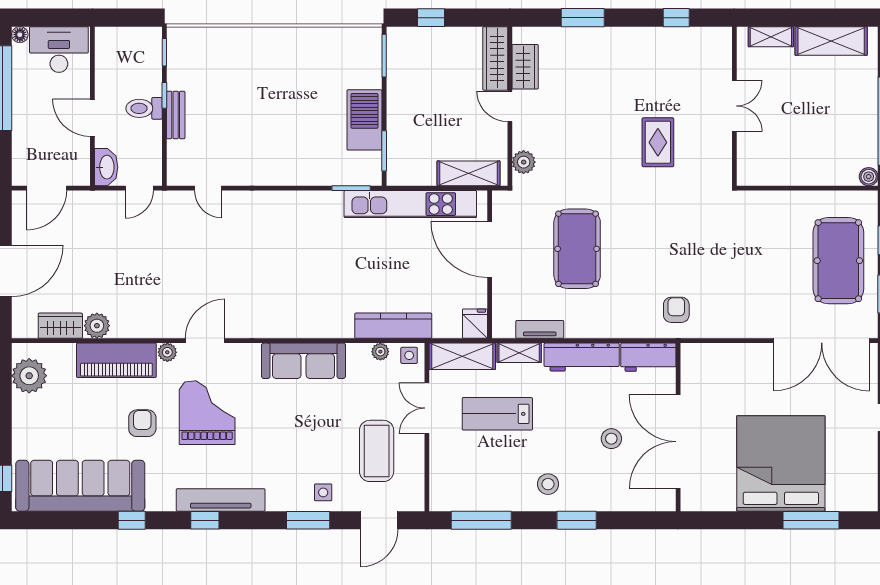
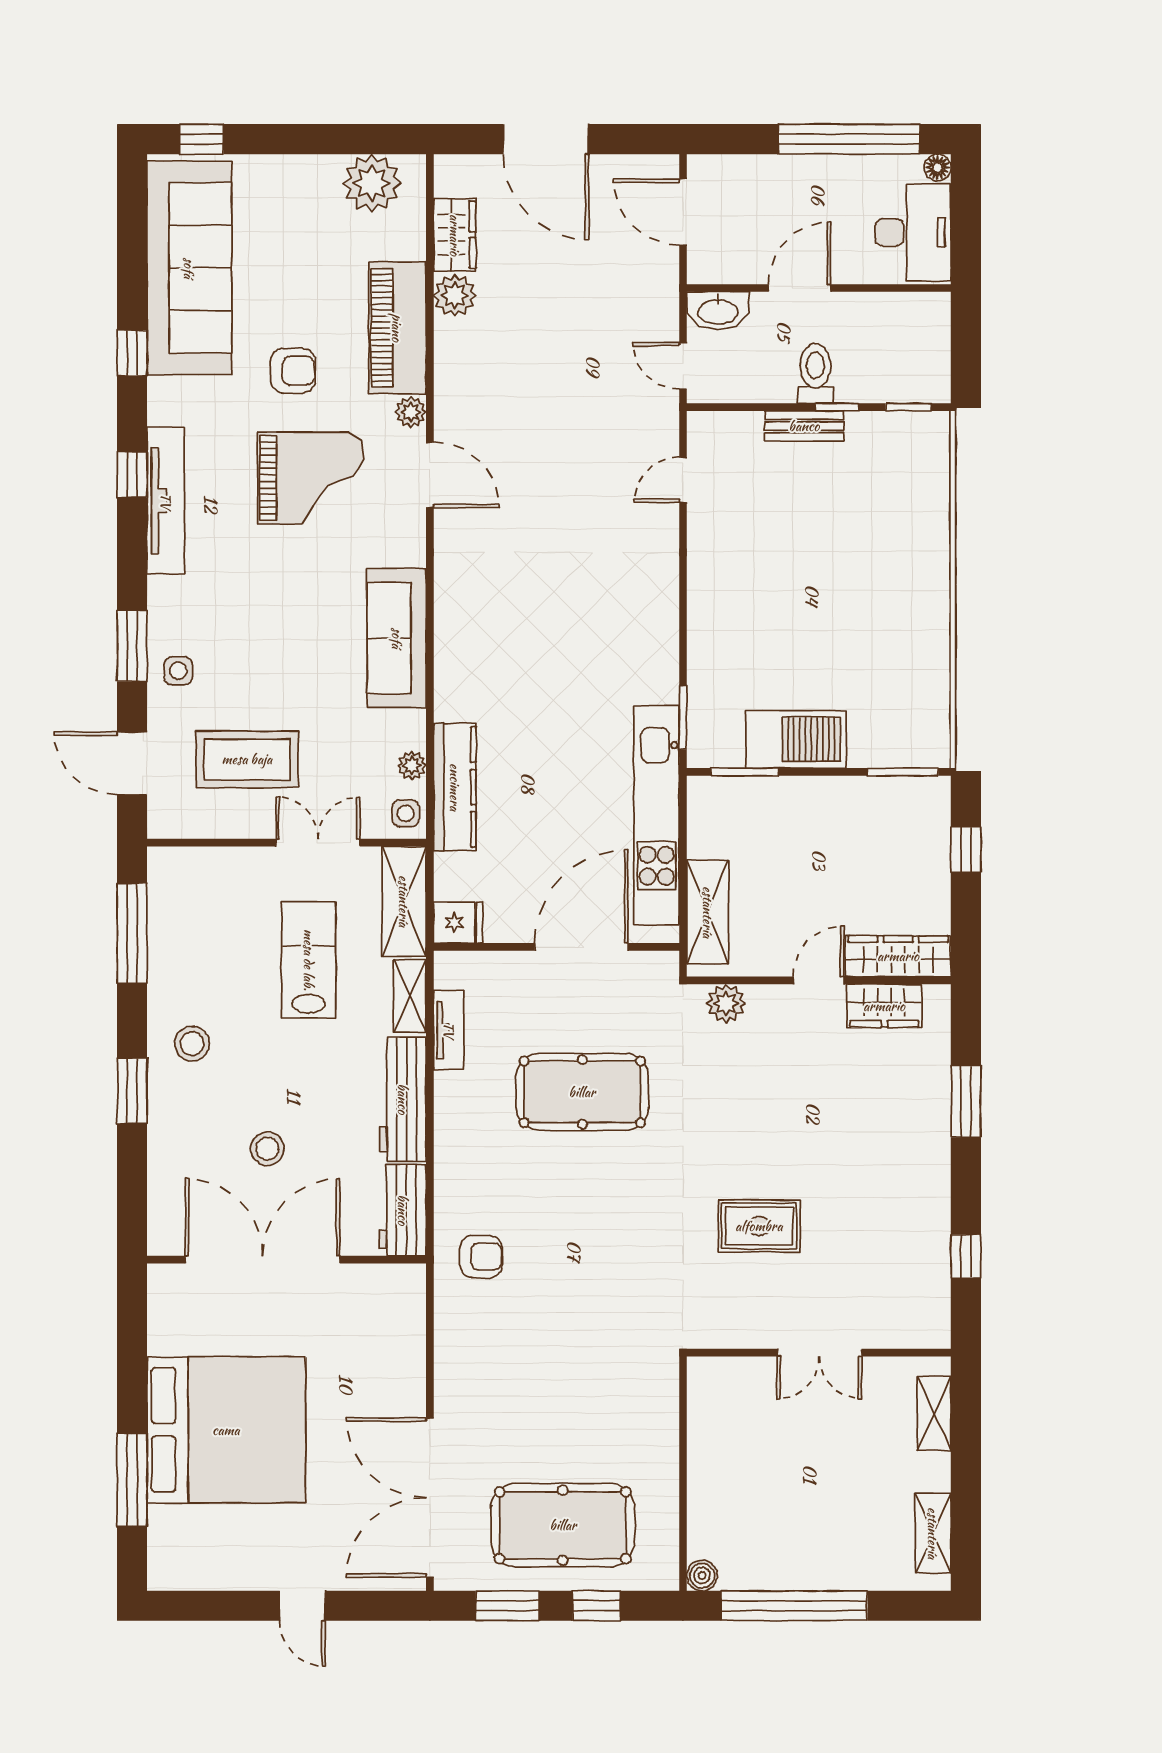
shelving: (831, 41) -> (933, 1533), width x0.67, depth x0.75

